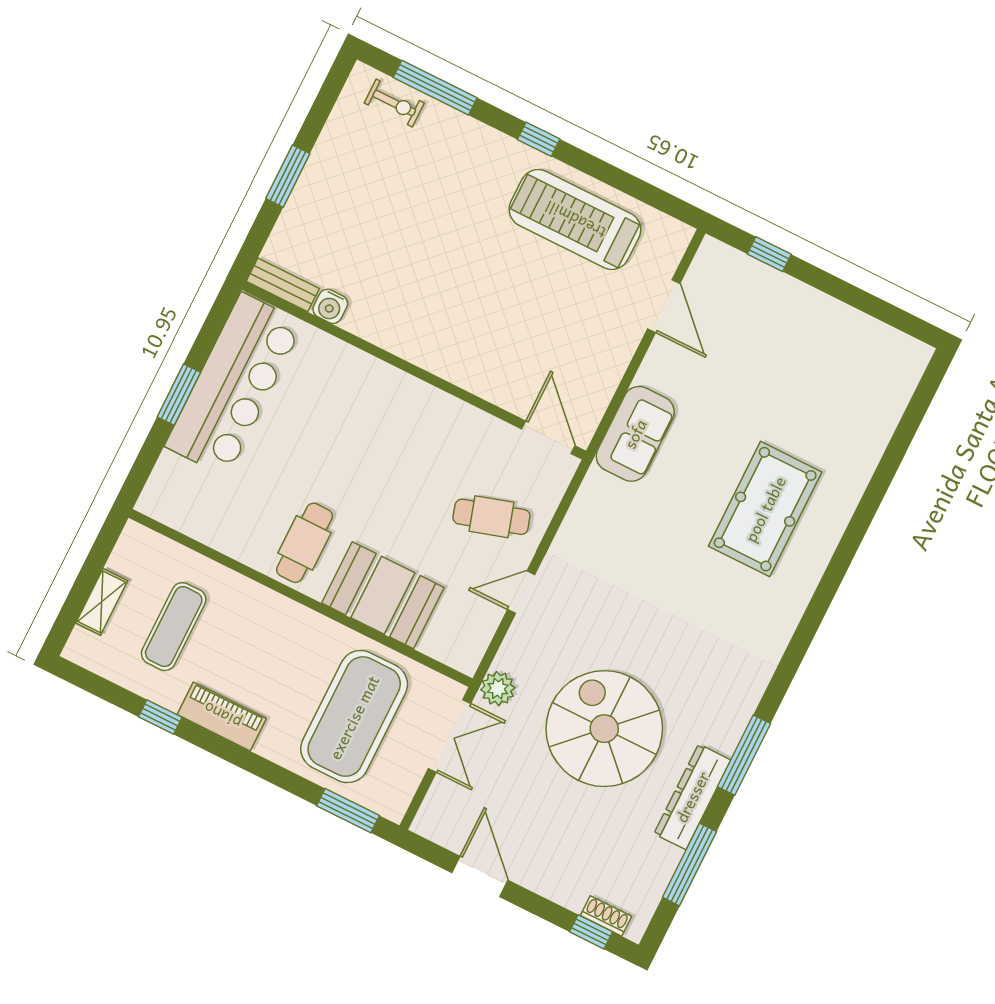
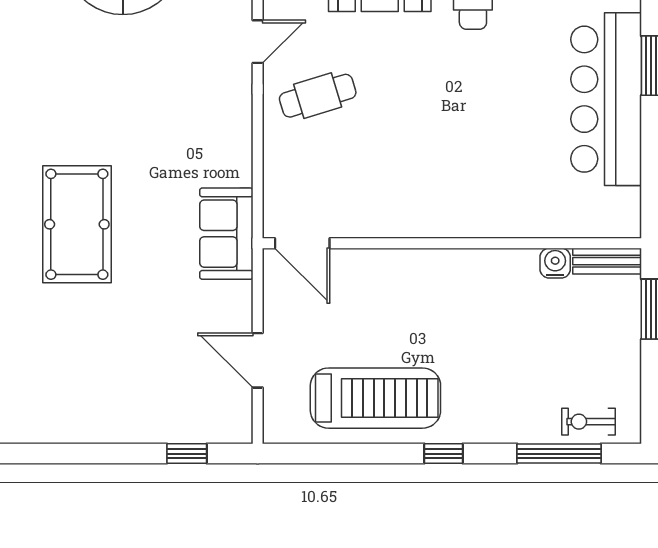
bench: (283, 285) -> (607, 261), moved
water cooler: (330, 306) -> (555, 263), moved
wall: (414, 370) -> (452, 243), moved
door: (548, 437) -> (302, 243), moved

